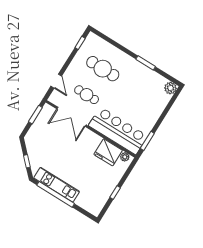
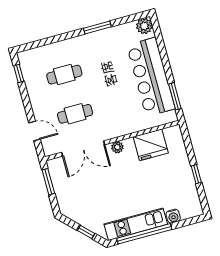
cafe table: (103, 69) -> (64, 75), width x0.73, depth x0.74
bar counter: (118, 131) -> (151, 77), moved, turned -90
plant: (125, 157) -> (117, 147), moved
water cooler: (80, 201) -> (173, 216), added

